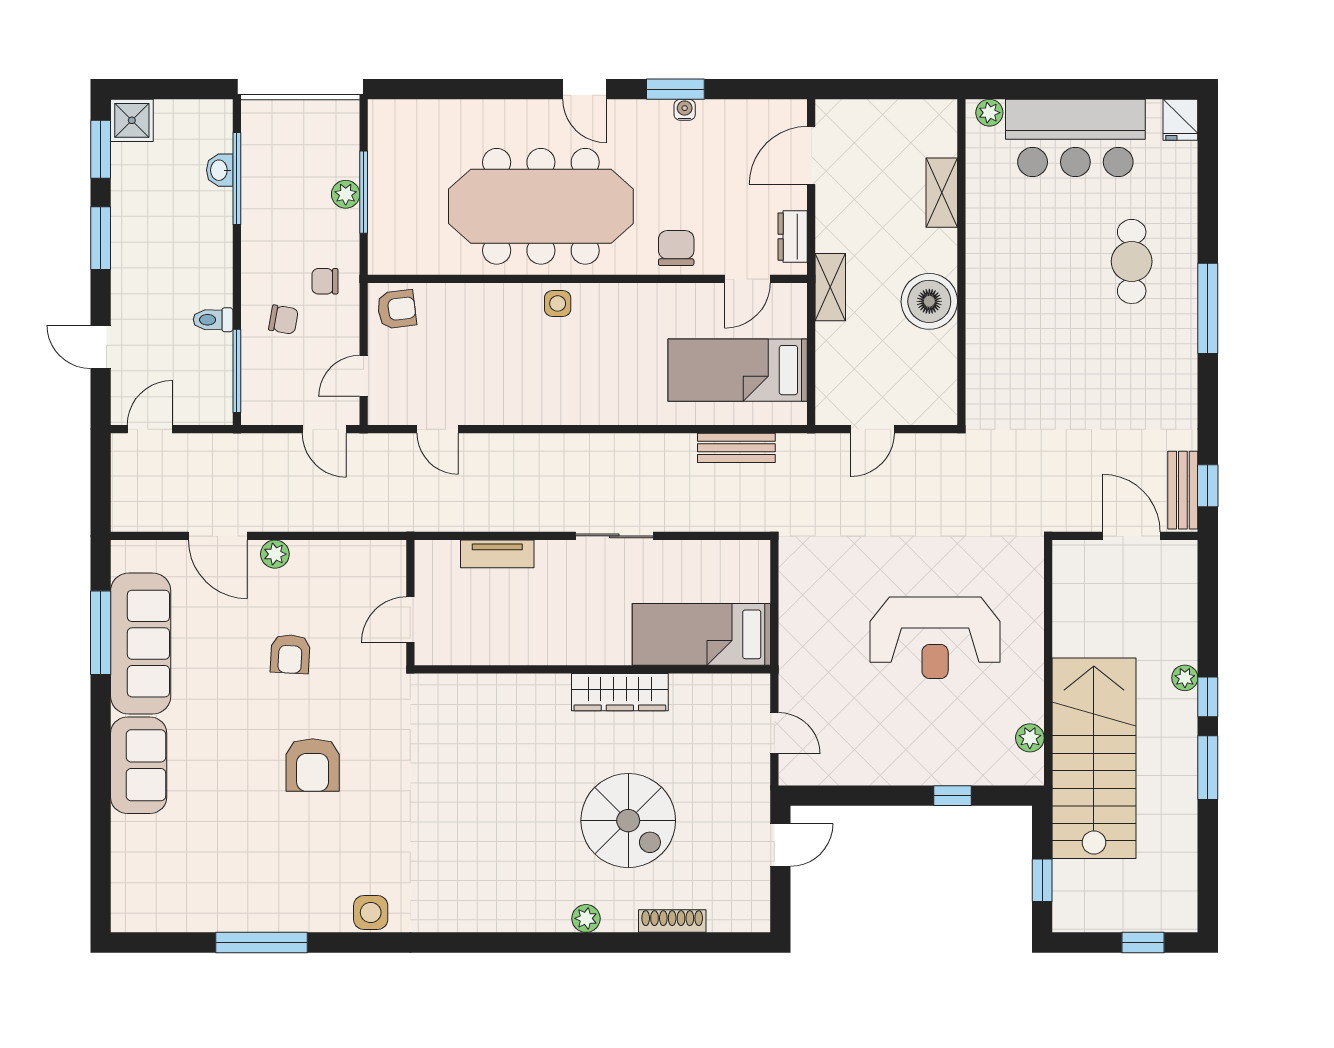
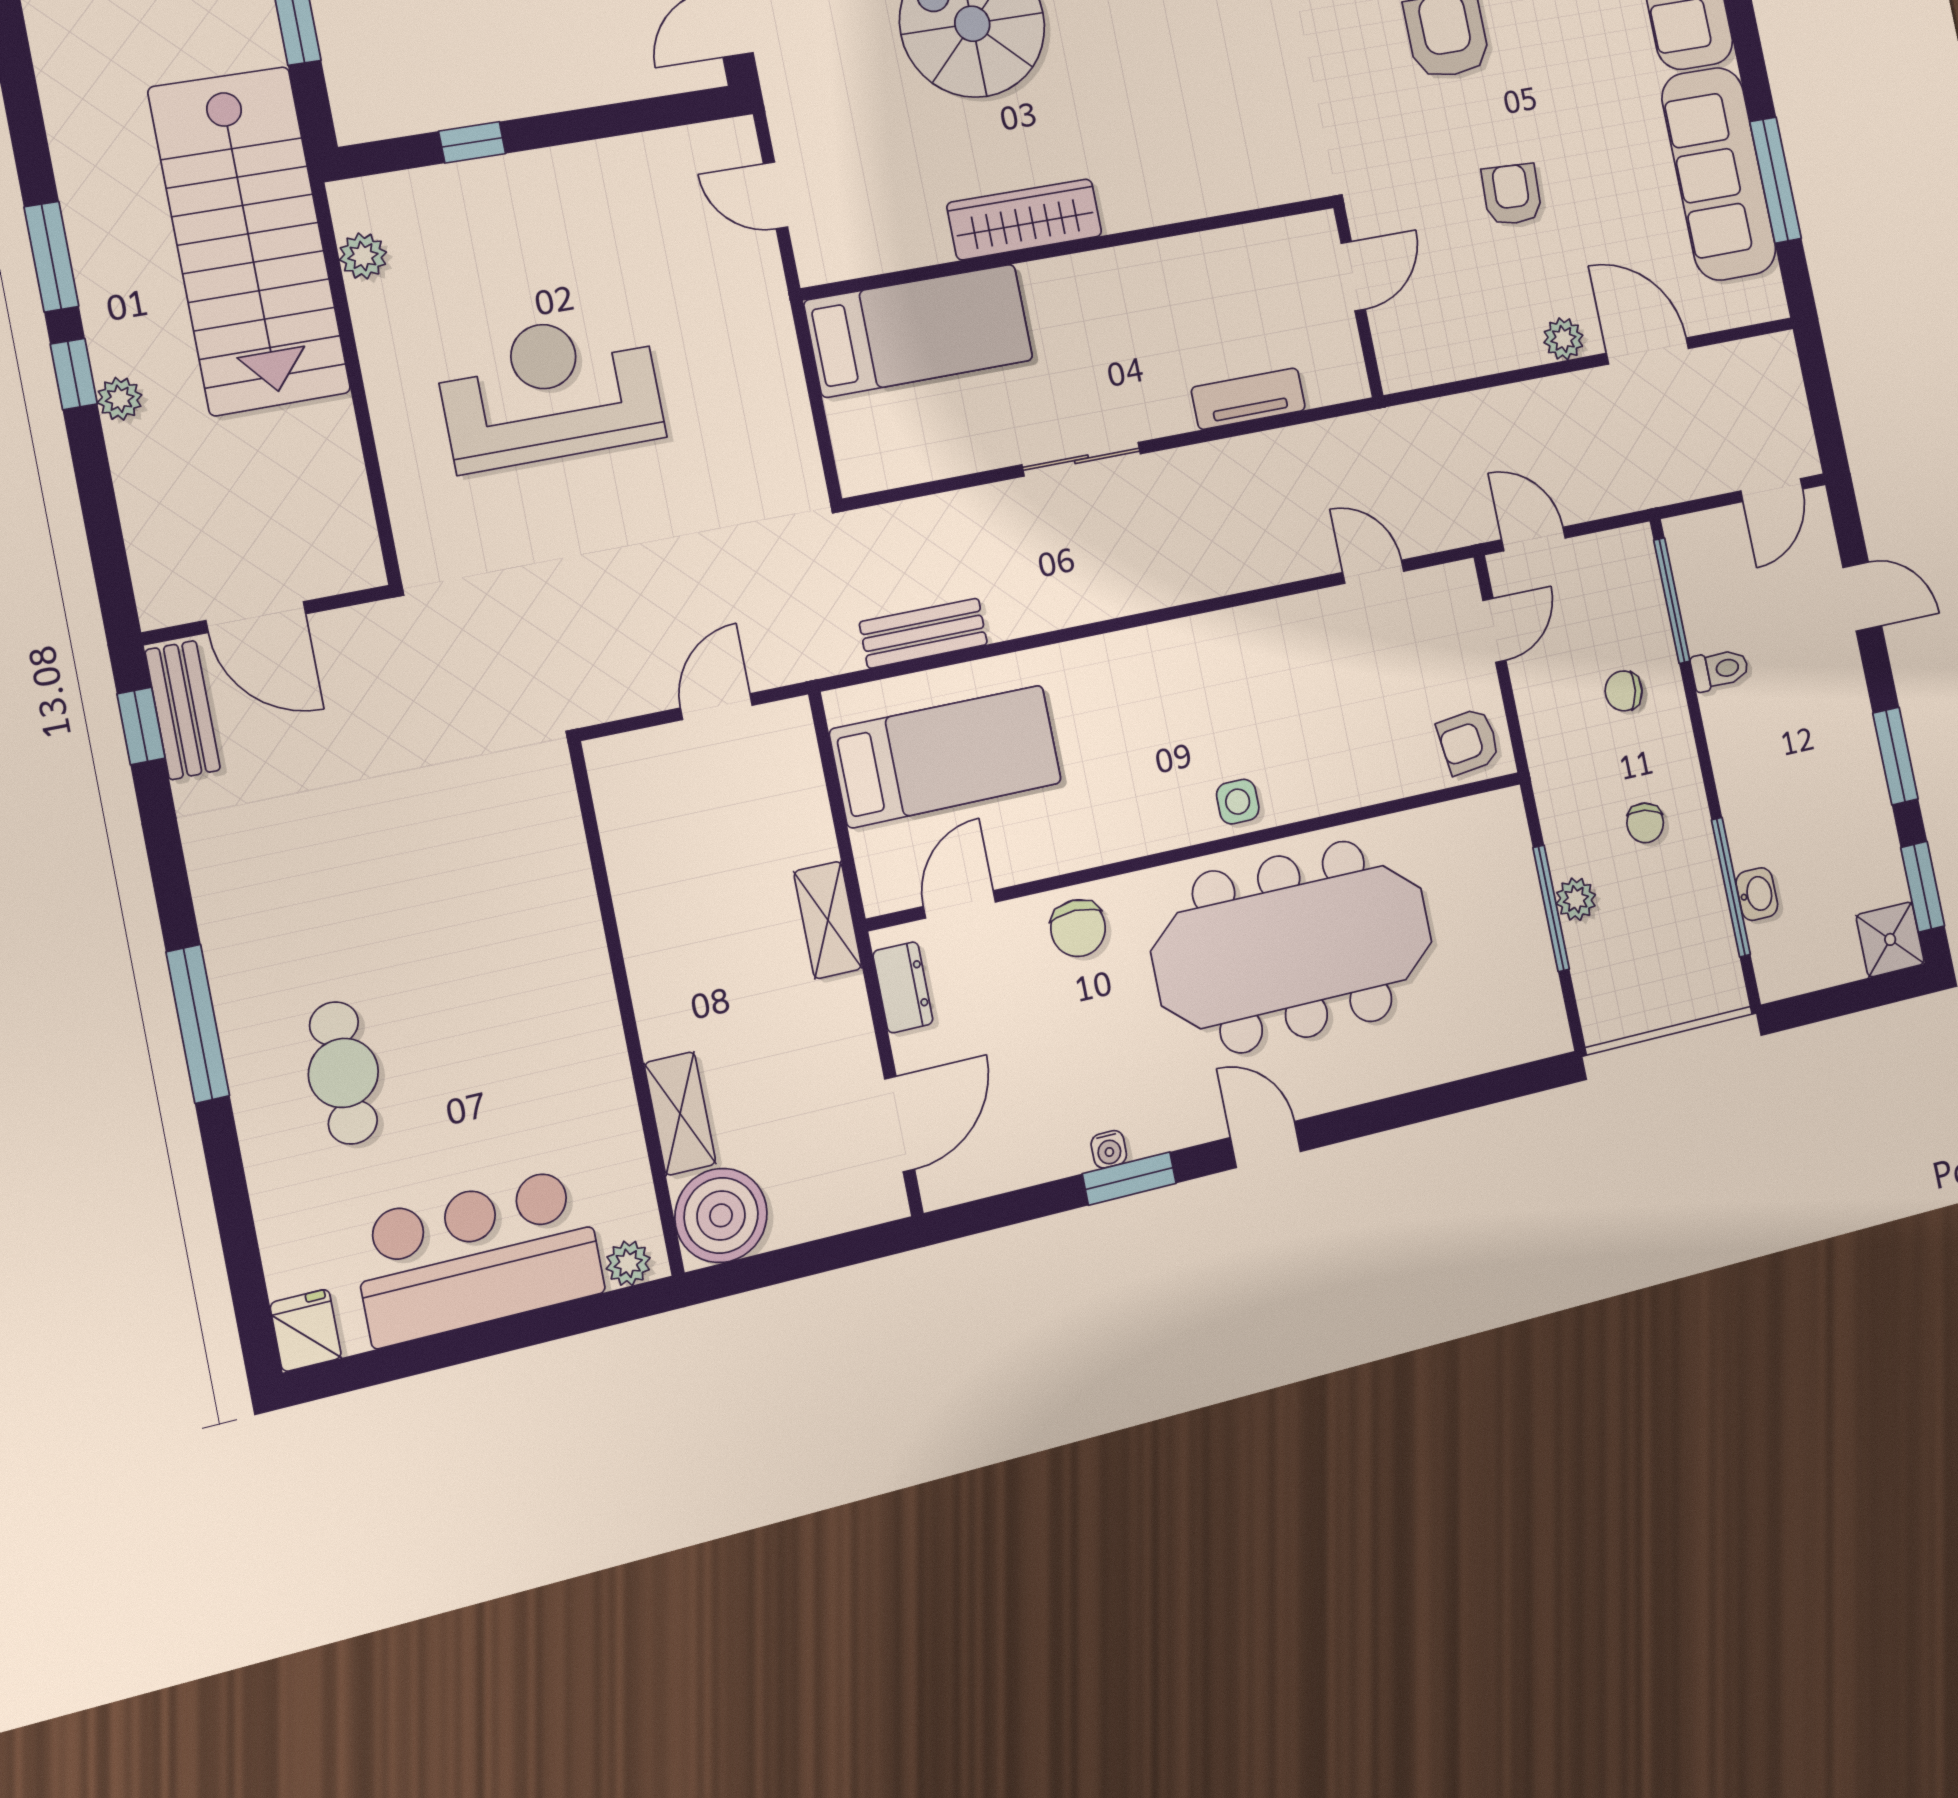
chair: (325, 281) -> (1645, 823), moved, turned 100
boiler: (929, 301) -> (721, 1215), moved

